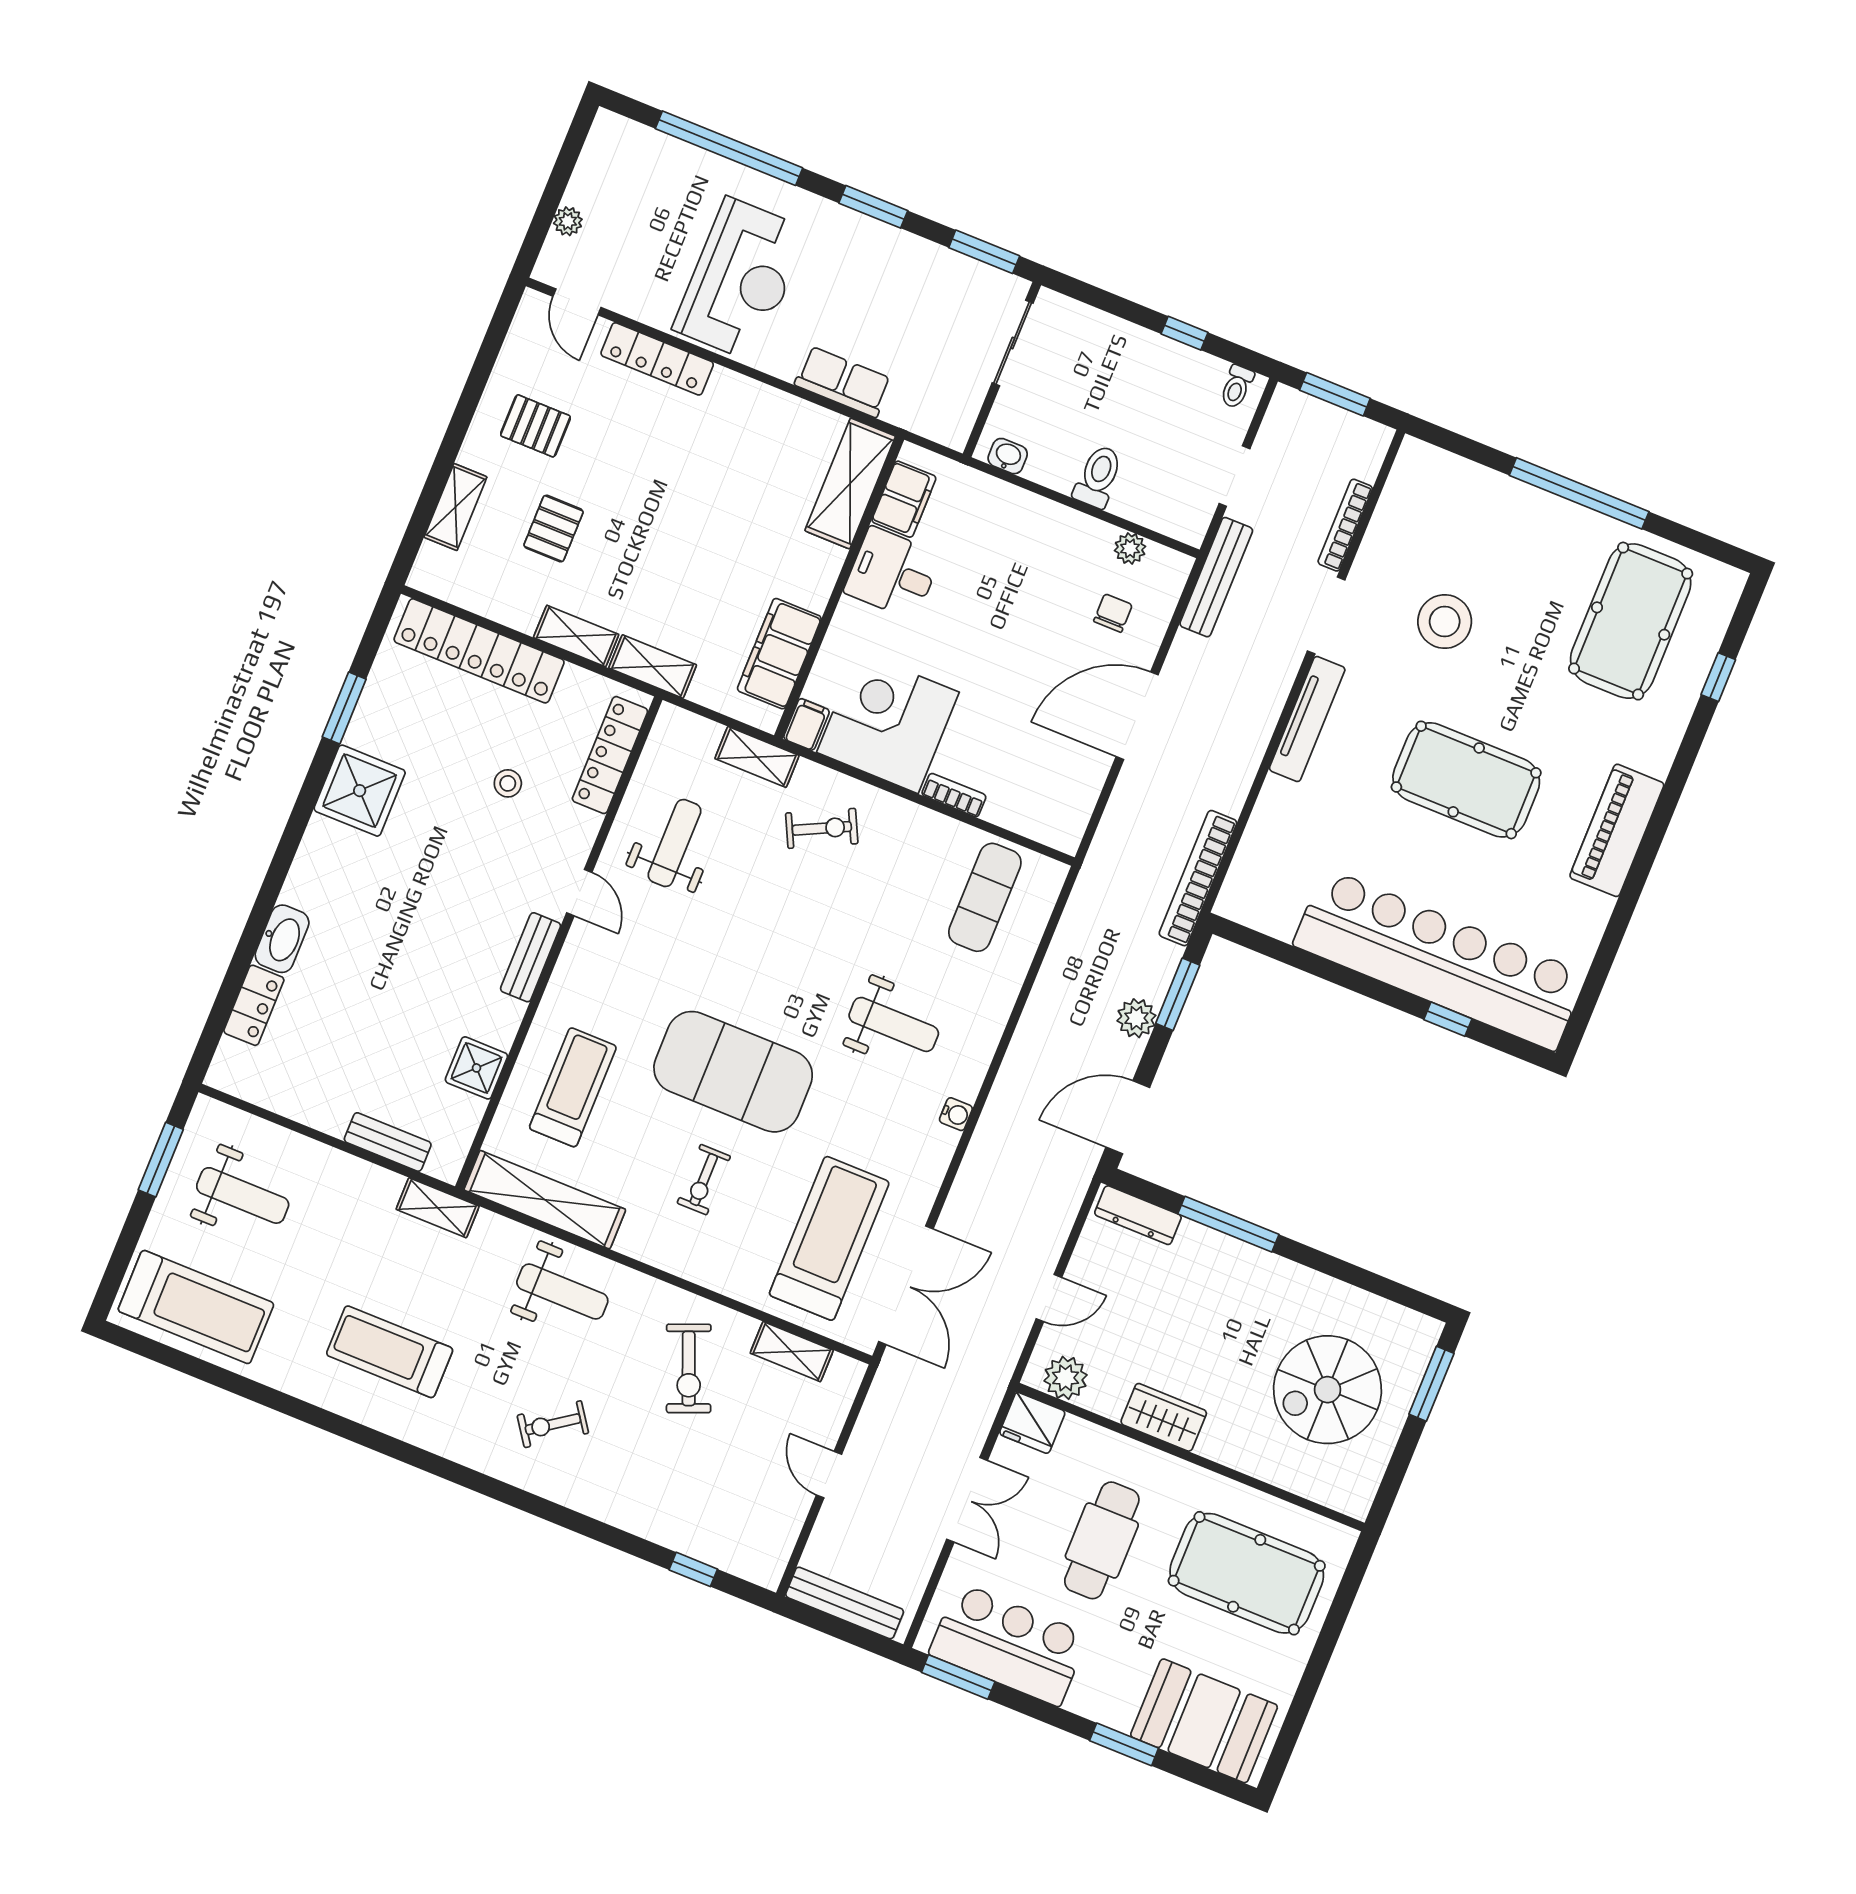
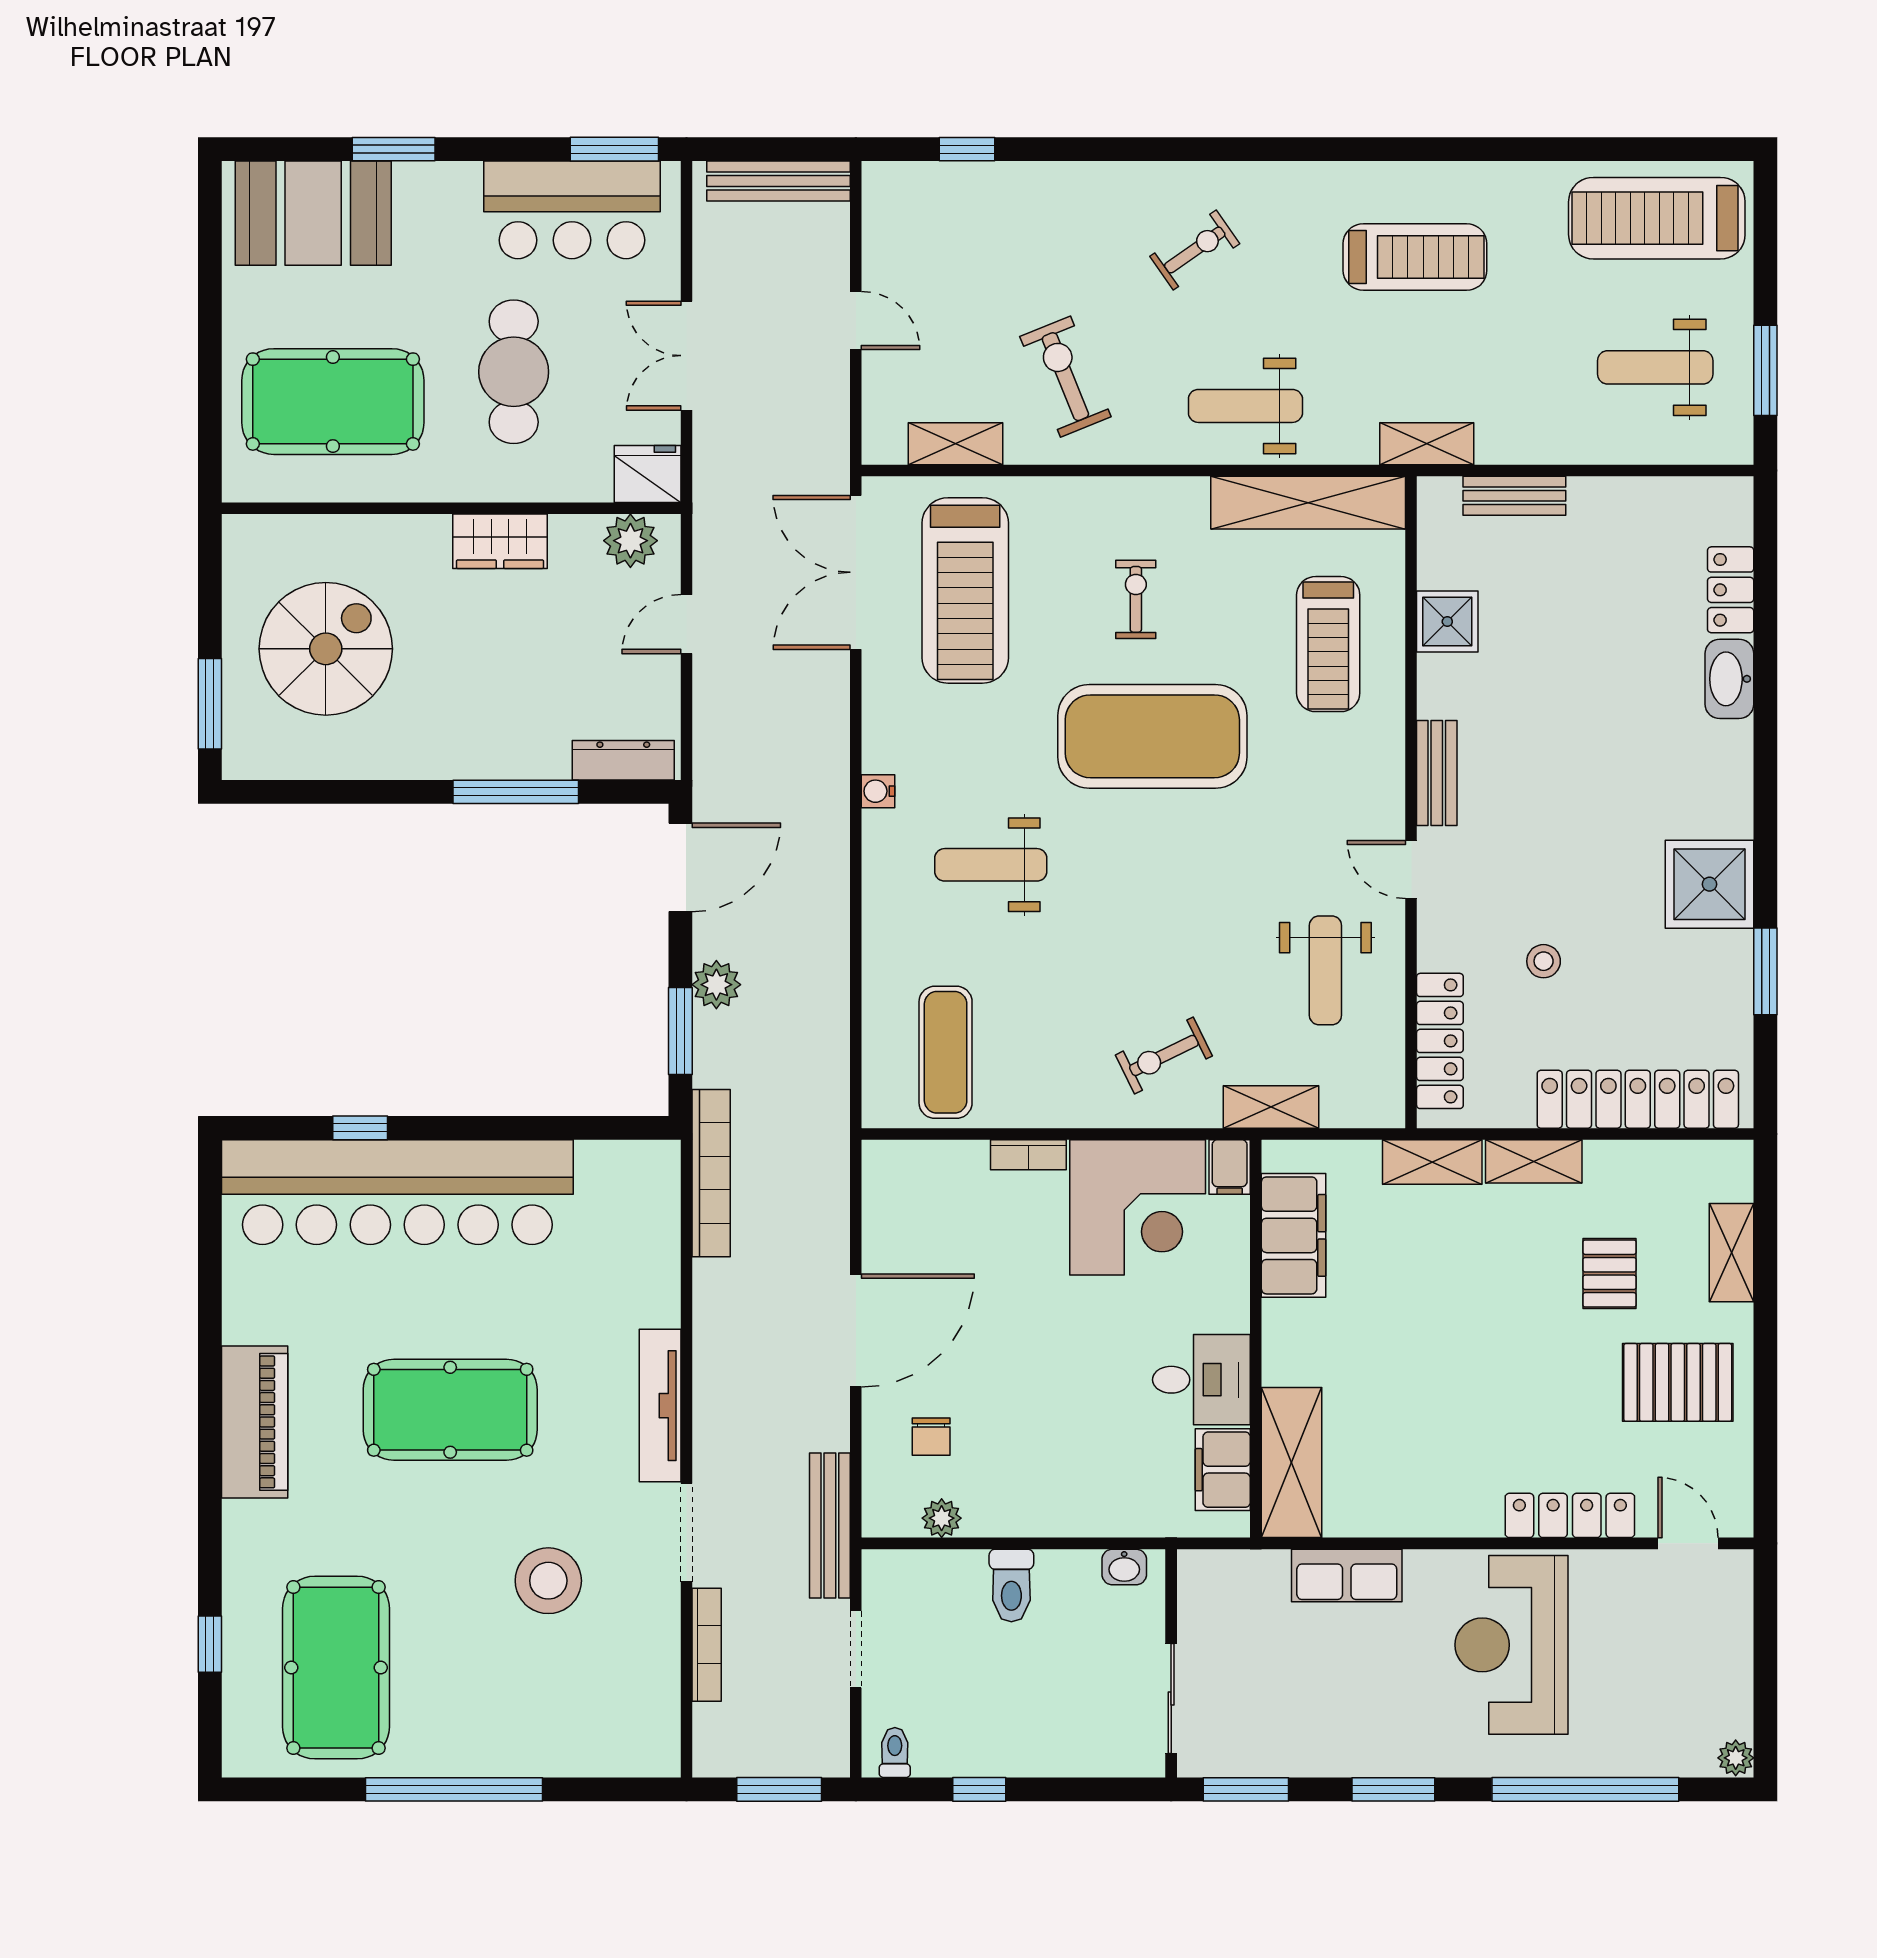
plant: (568, 221) -> (1736, 1758), moved
pallet: (535, 426) -> (1678, 1382), width x1.50, depth x1.42

